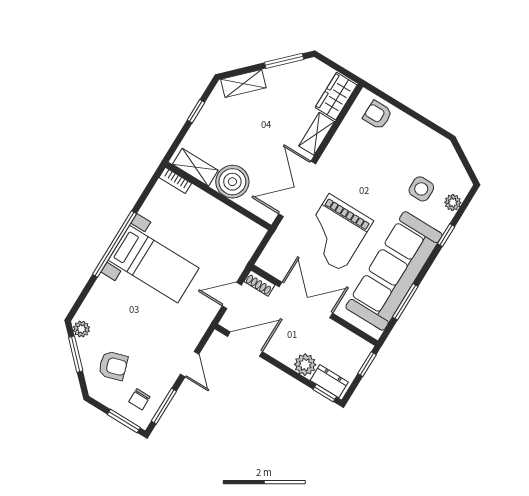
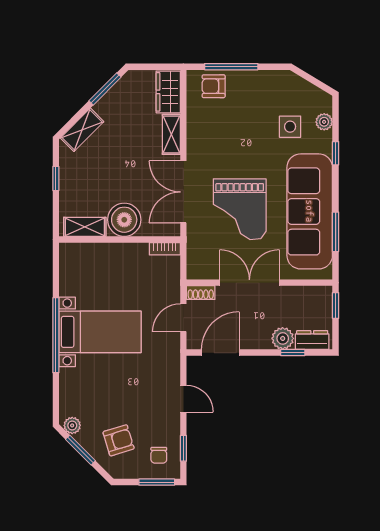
window: (403, 108) -> (231, 67), added
bookcase: (175, 180) -> (165, 249), moved
window: (325, 393) -> (293, 353), moved
window: (164, 406) -> (183, 448), width x0.67

